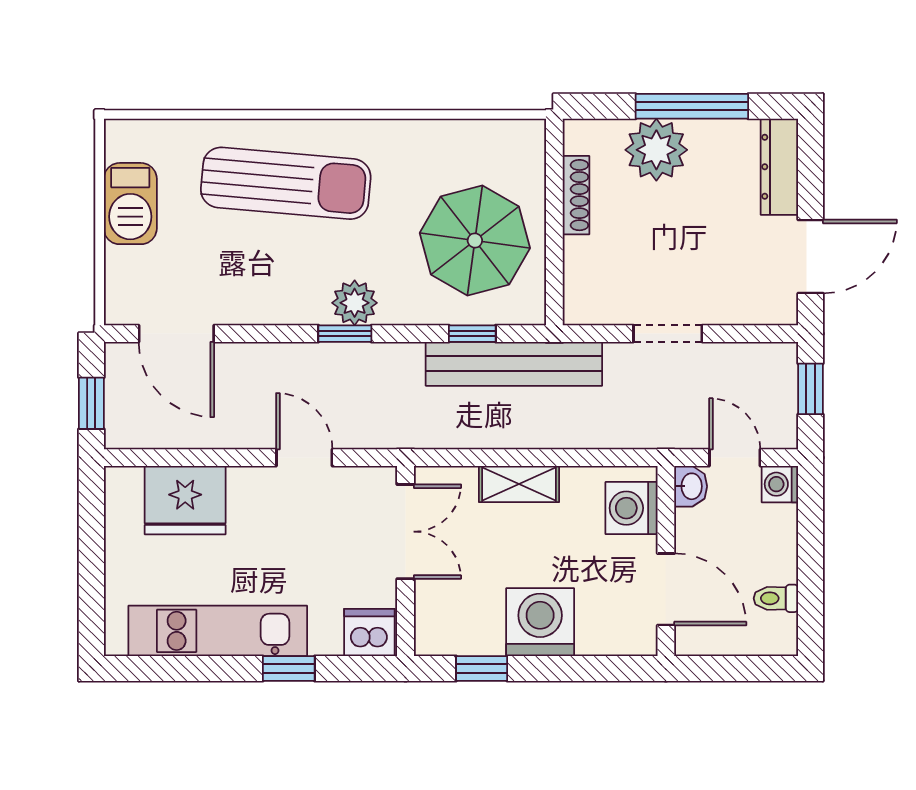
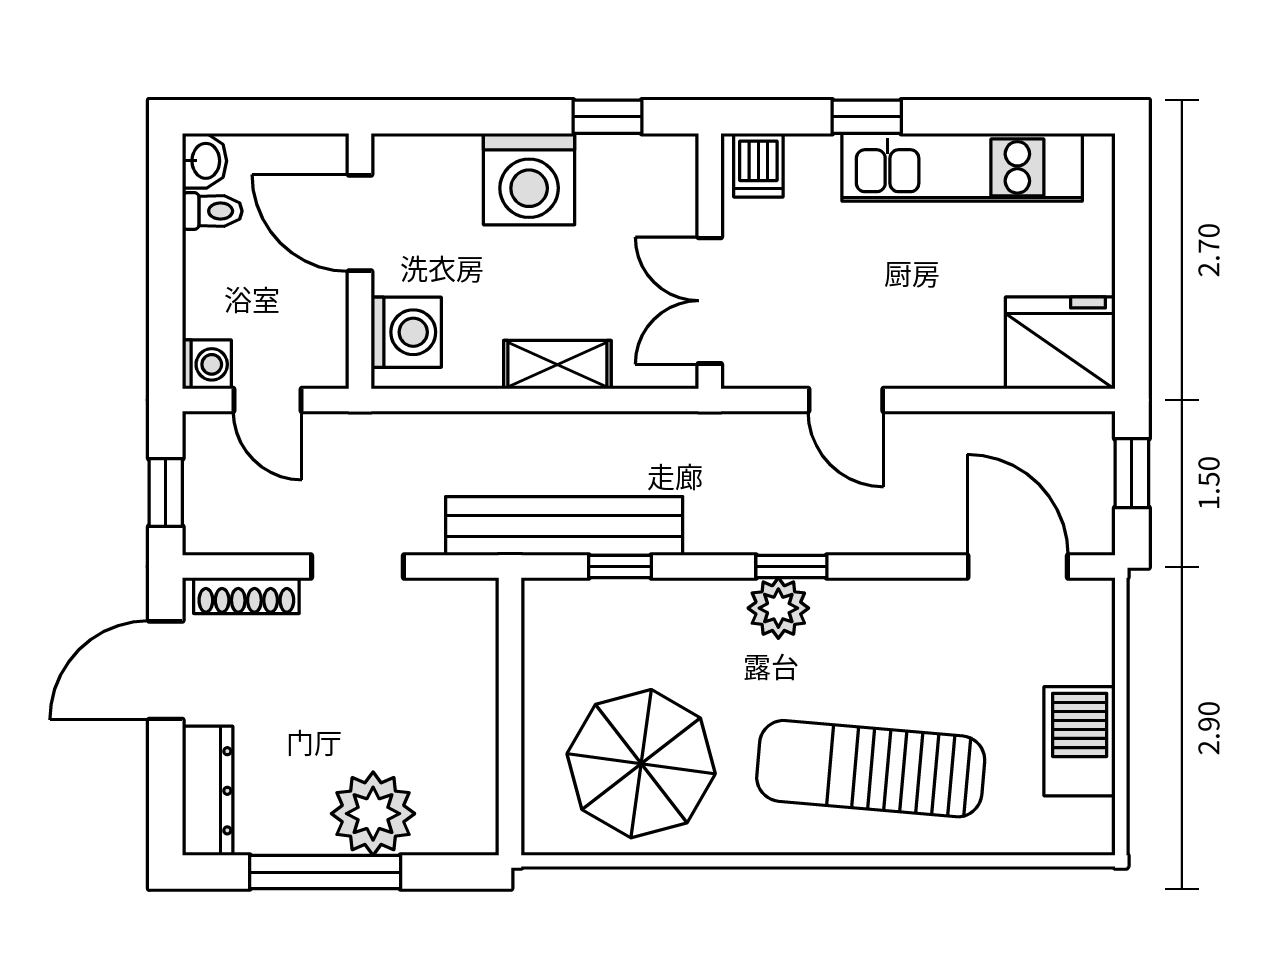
shoe rack: (576, 195) -> (246, 596), moved, turned -90
parasol: (475, 241) -> (641, 764), moved
washbasin: (691, 486) -> (204, 161), moved, turned 180
fridge: (185, 500) -> (1060, 343), moved
dishwasher: (369, 632) -> (758, 165), width x0.73

